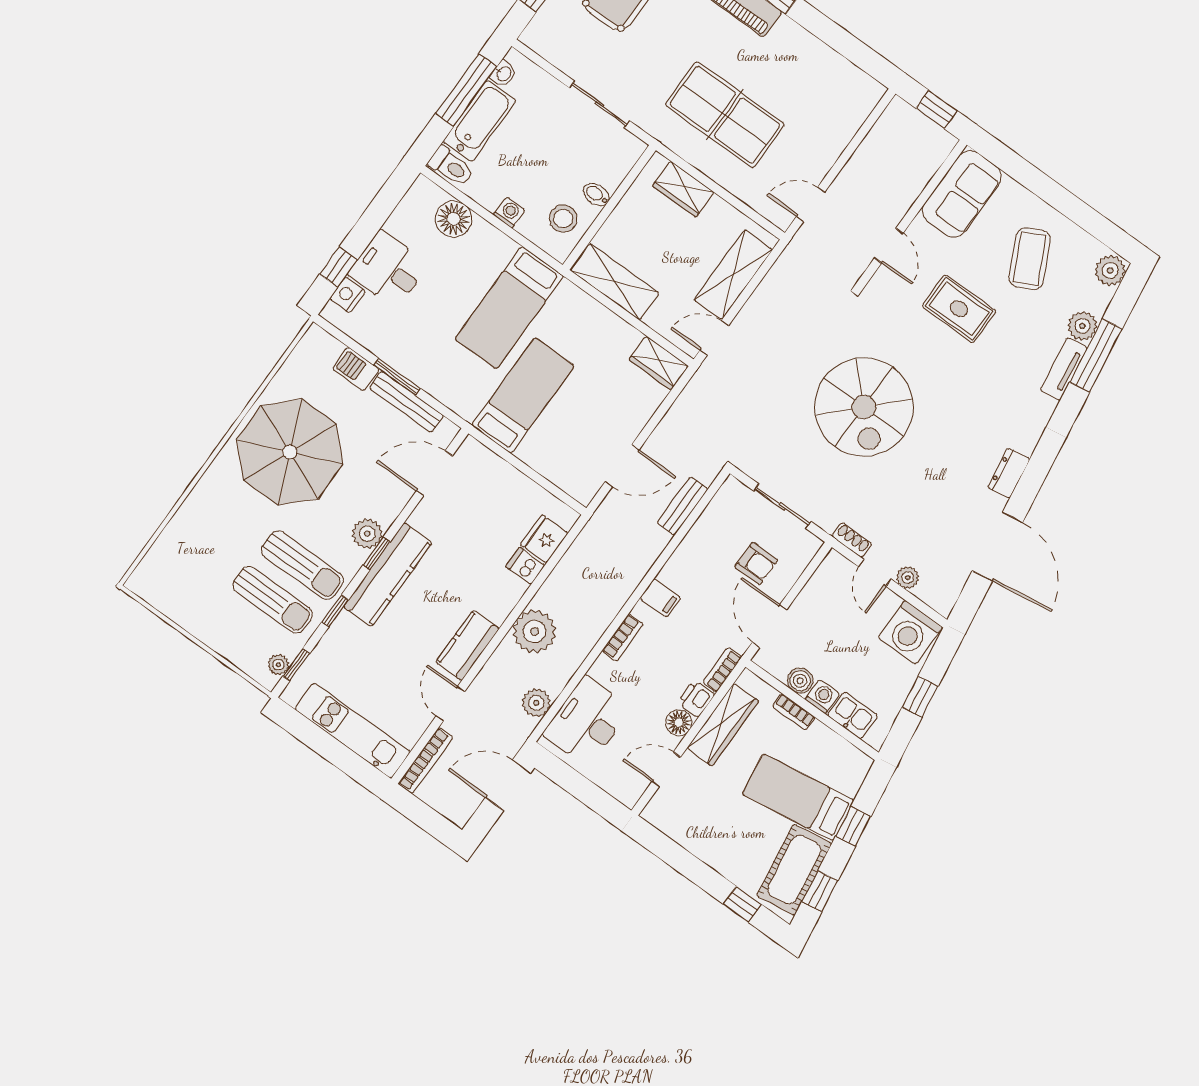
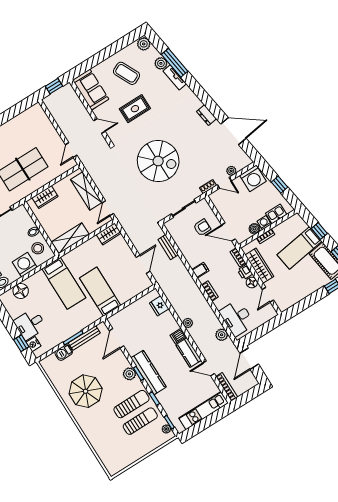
washing machine: (509, 212) -> (25, 265), width x1.89, depth x1.89
parasol: (290, 452) -> (86, 391), width x0.73, depth x0.73
dishwasher: (525, 566) -> (178, 336), moved
plant: (534, 631) -> (188, 323), width x0.53, depth x0.53

